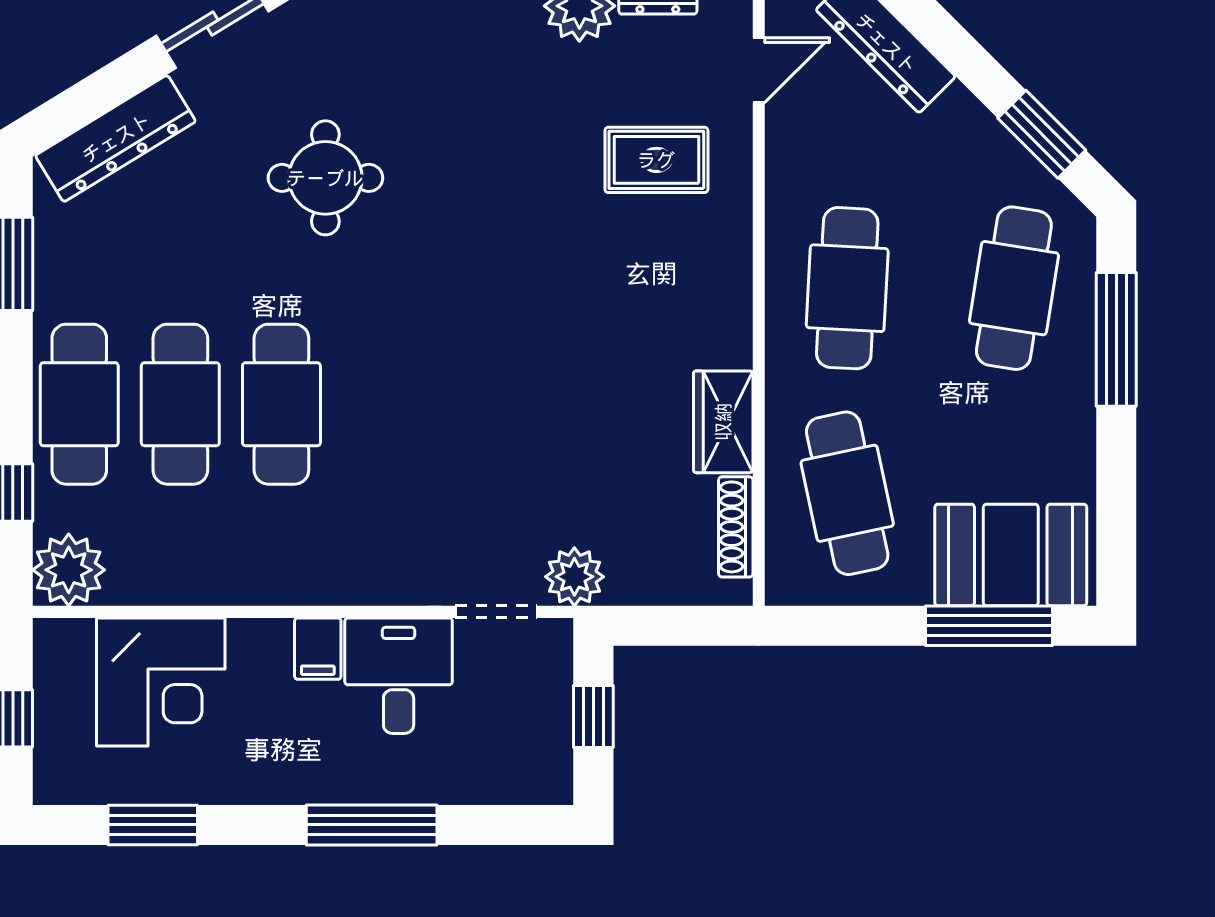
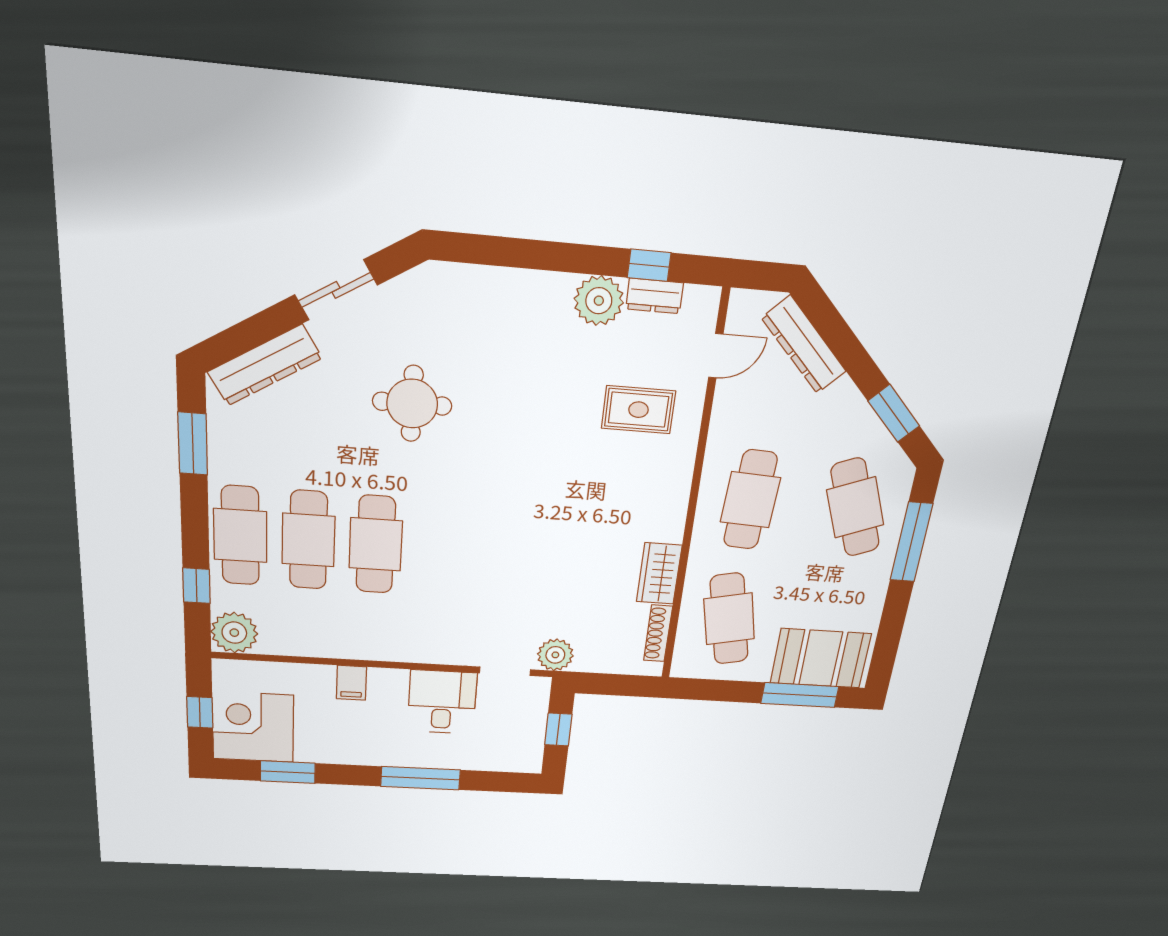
cafe table: (1014, 288) -> (855, 507), turned -30
filing cabinet: (318, 649) -> (351, 683), moved
corner desk: (161, 682) -> (253, 727), moved, turned 180

